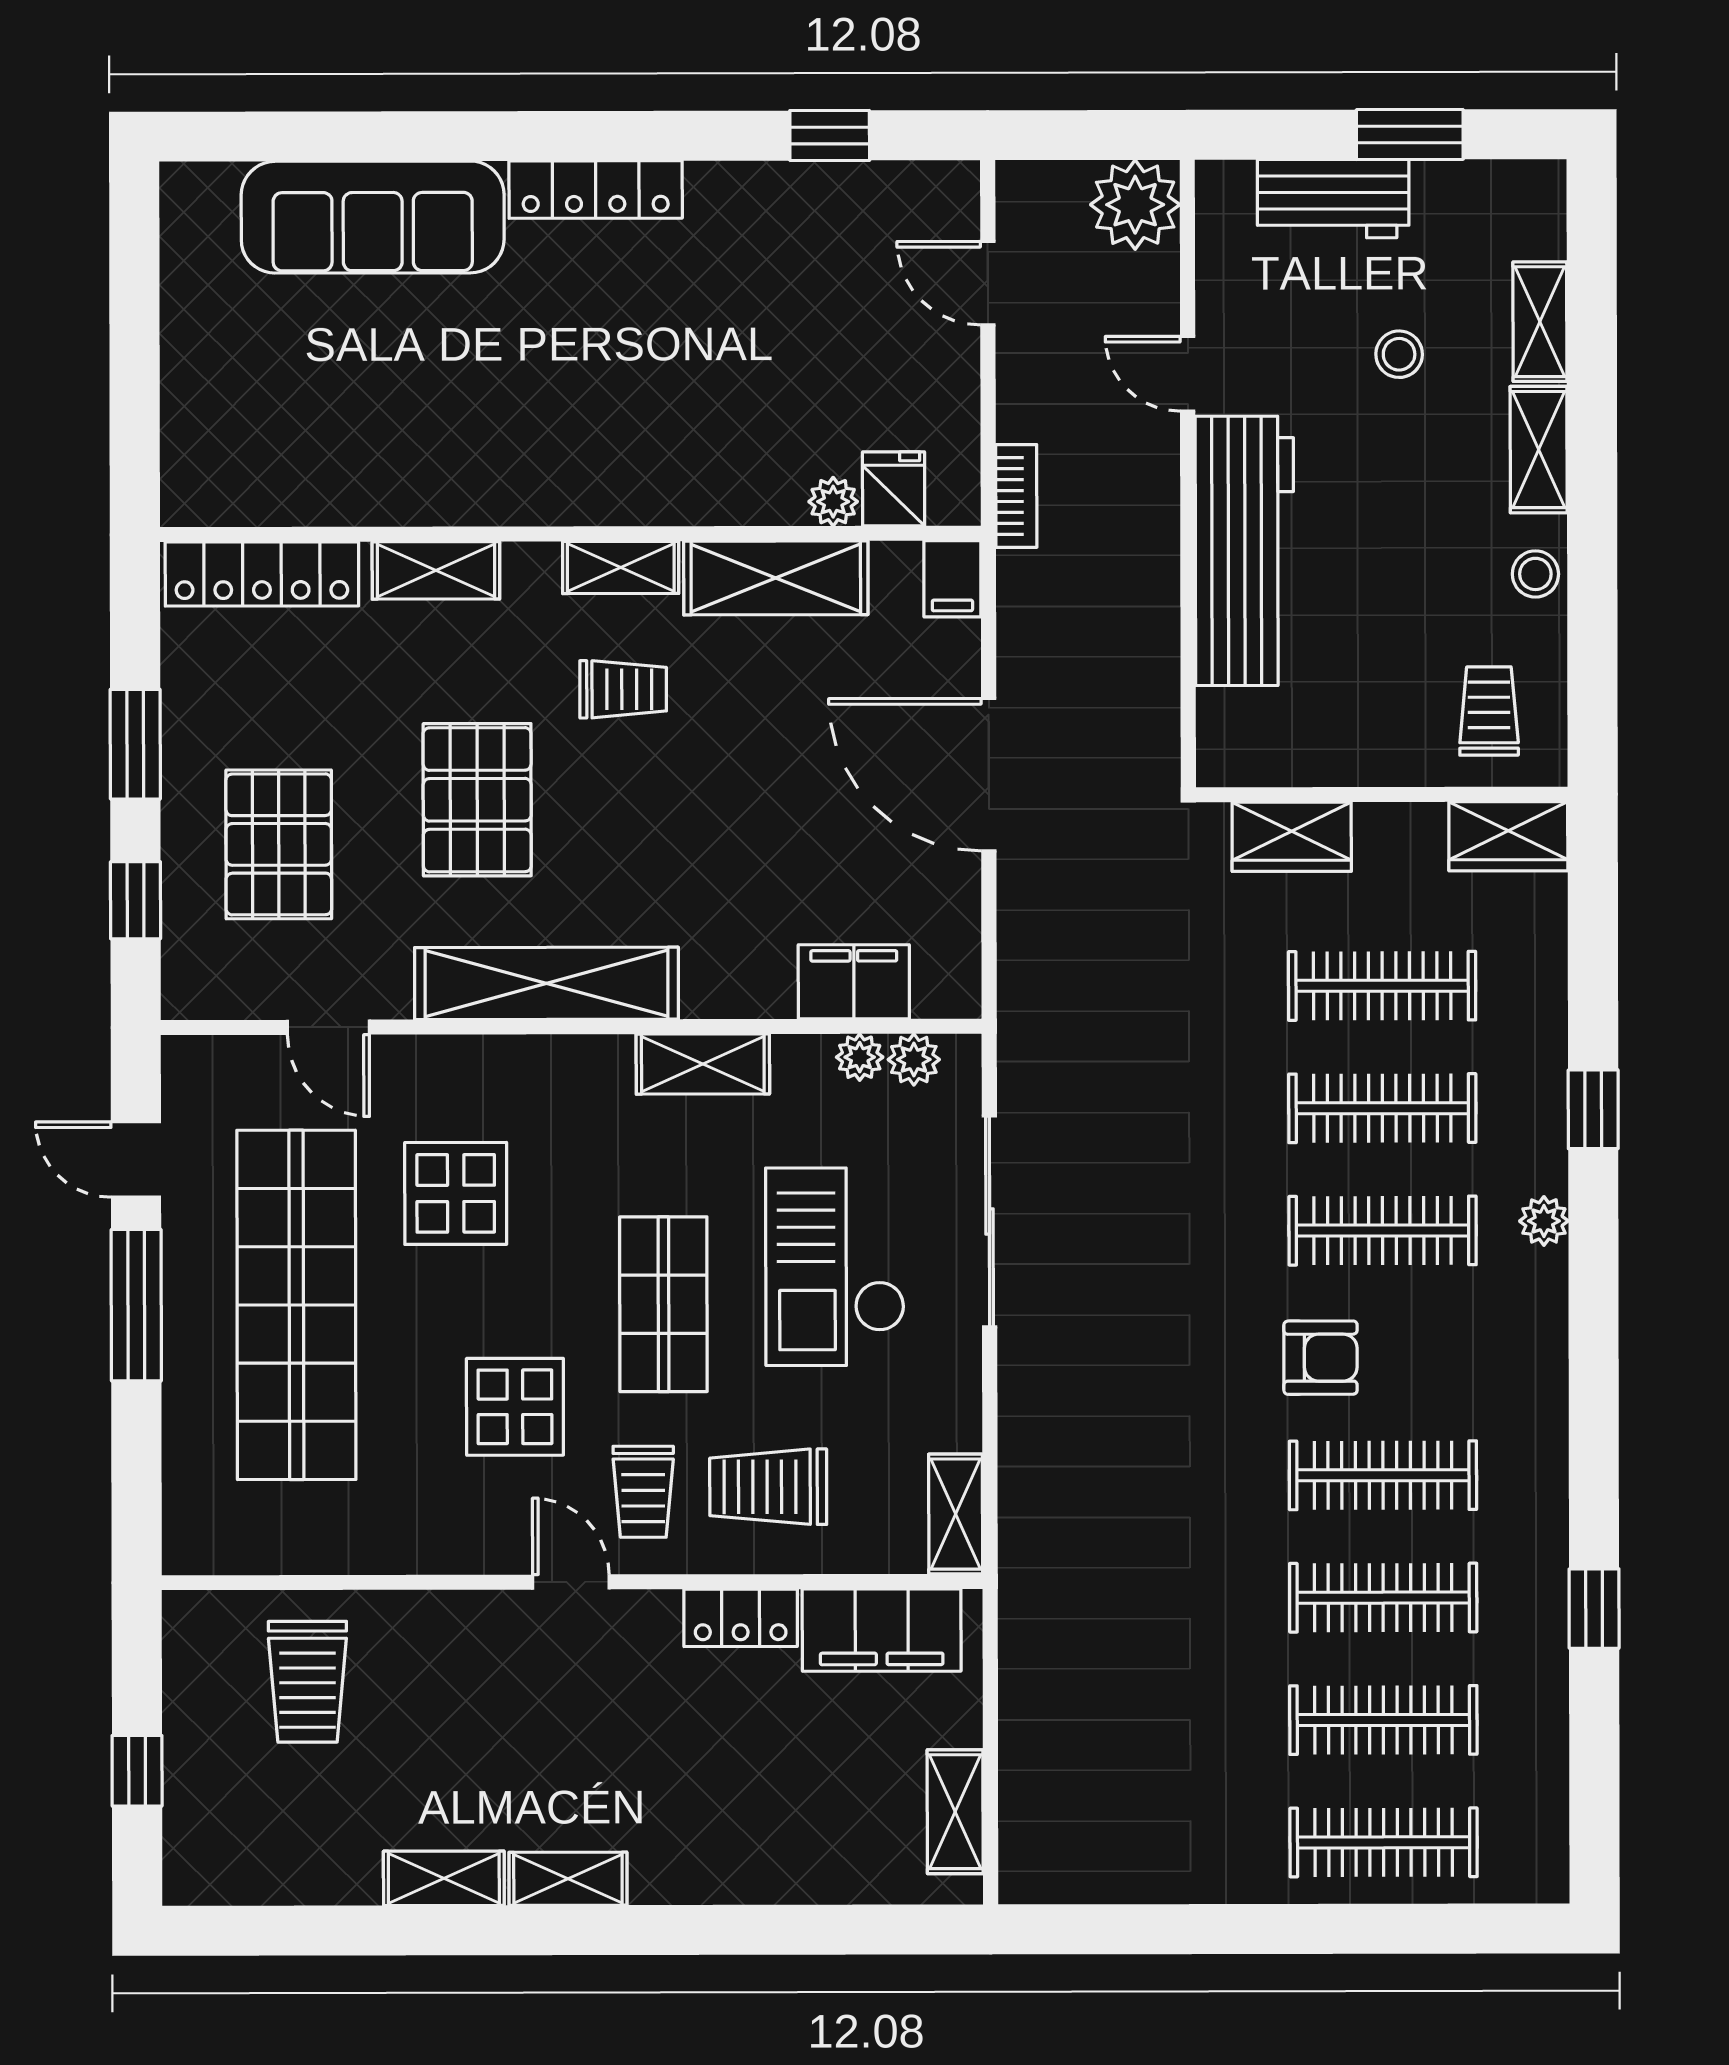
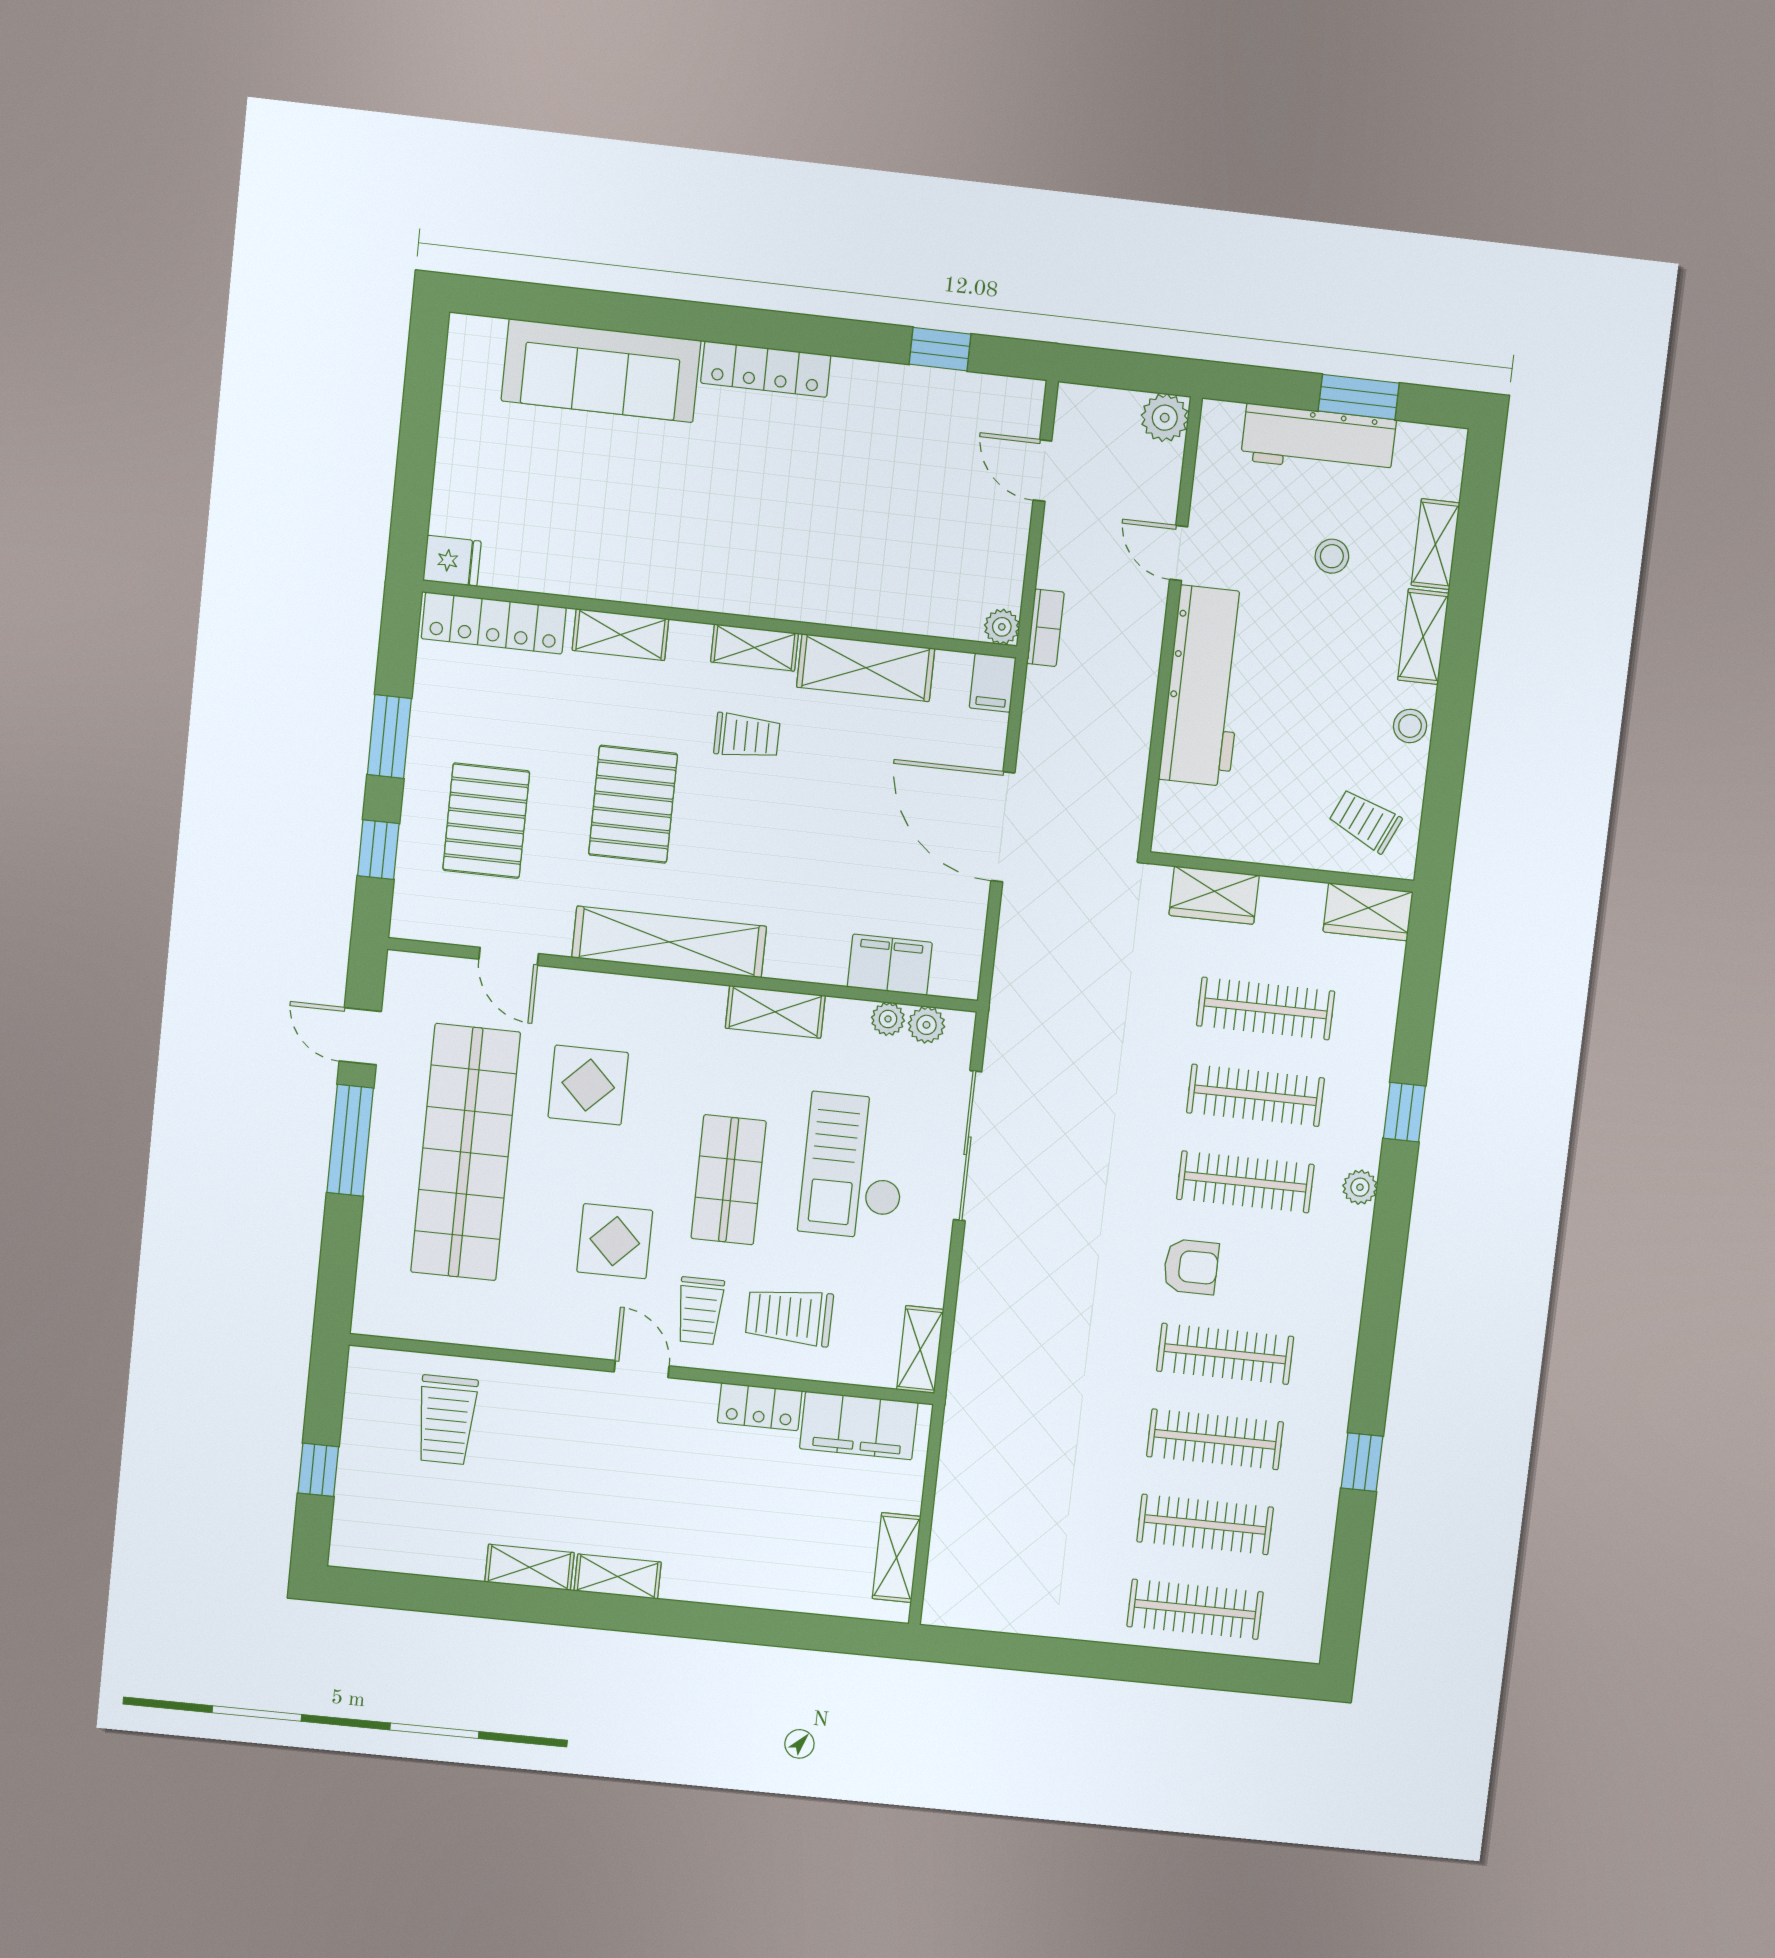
workbench: (1333, 199) -> (1318, 440), width x1.38
plant: (1135, 205) -> (1165, 418), width x0.73, depth x0.73
fridge: (894, 489) -> (452, 561), moved, turned 90
plant: (833, 502) -> (1002, 627), moved
trolley: (1489, 711) -> (1365, 821), turned -66

